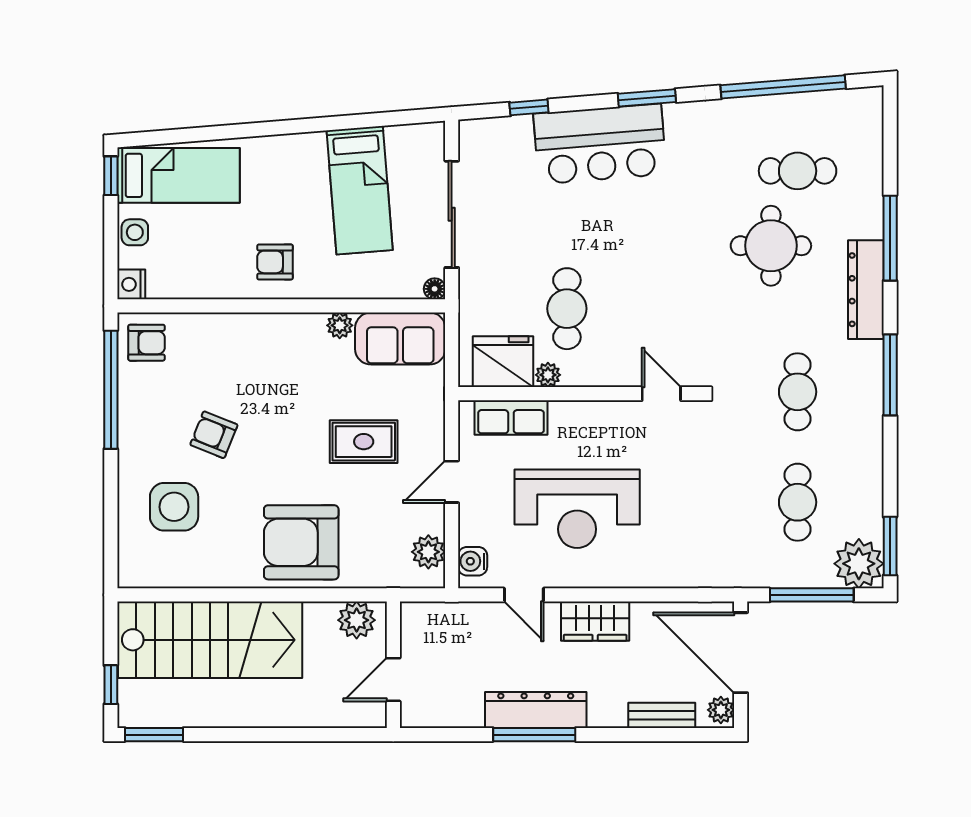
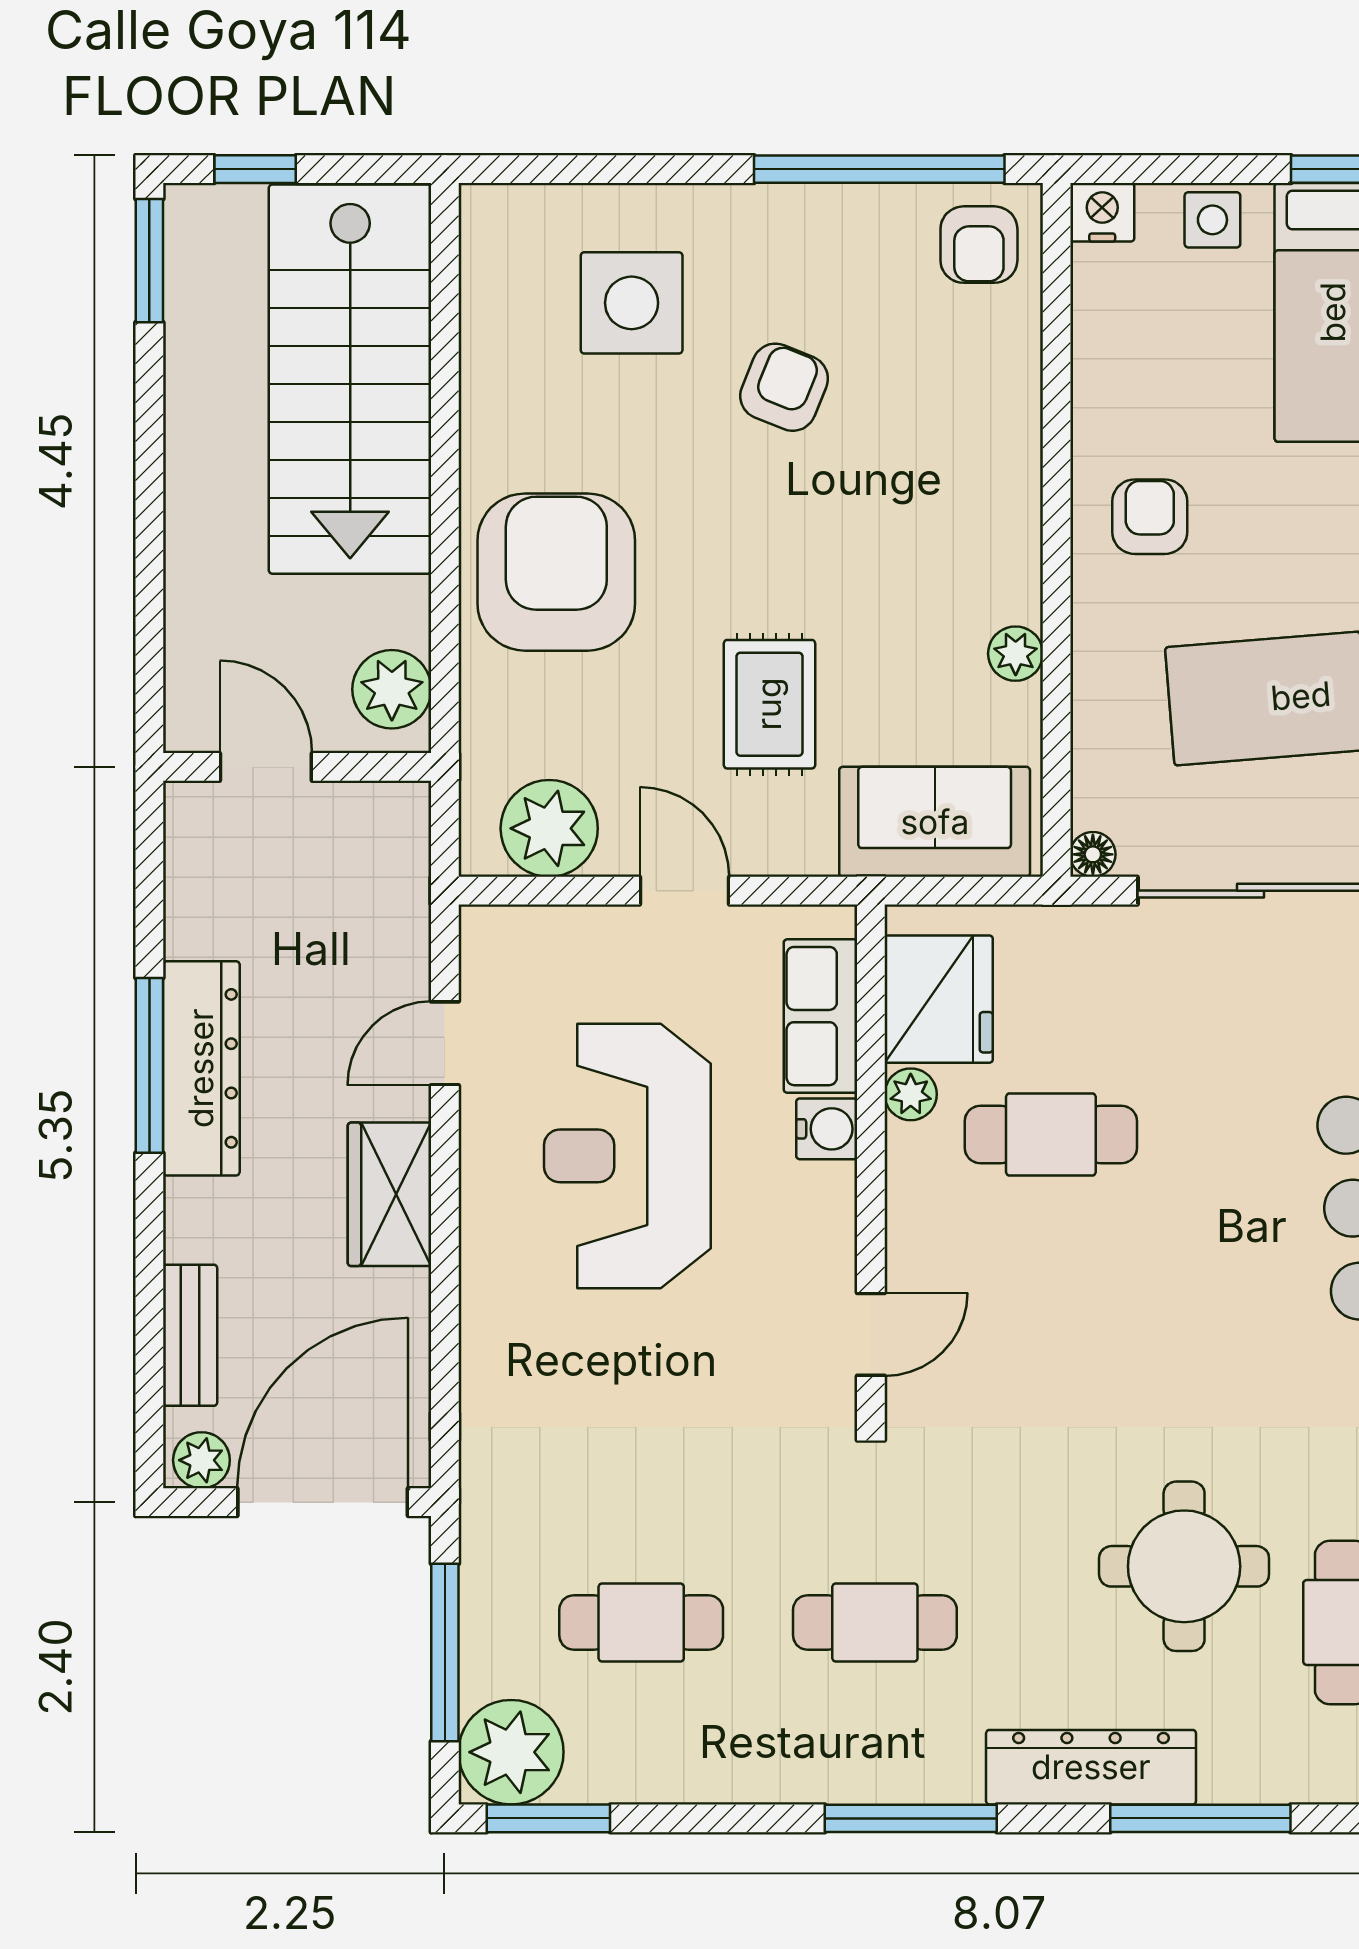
sofa: (400, 339) -> (935, 822), moved, turned 90
plant: (428, 552) -> (549, 828), width x1.36, depth x1.36
water cooler: (473, 561) -> (827, 1129), moved, turned 90

